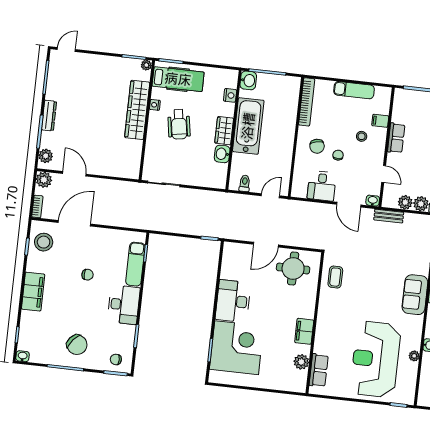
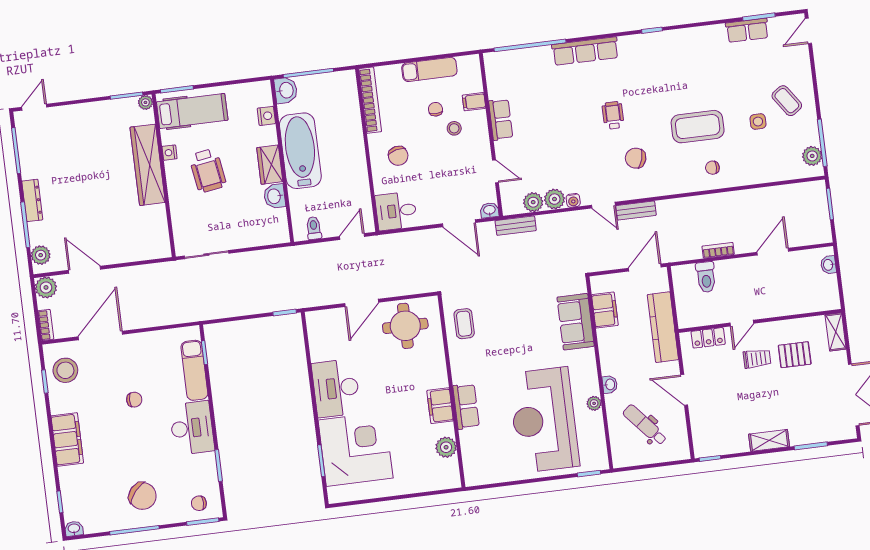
chair: (338, 155) -> (435, 109), moved
desk: (322, 186) -> (396, 211), moved, turned 90
row of seats: (319, 370) -> (466, 406), moved

